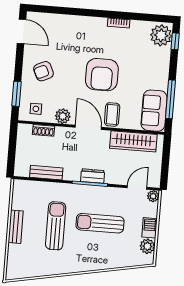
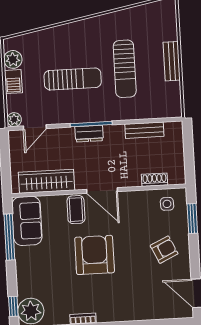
plant: (63, 116) -> (134, 200), removed

